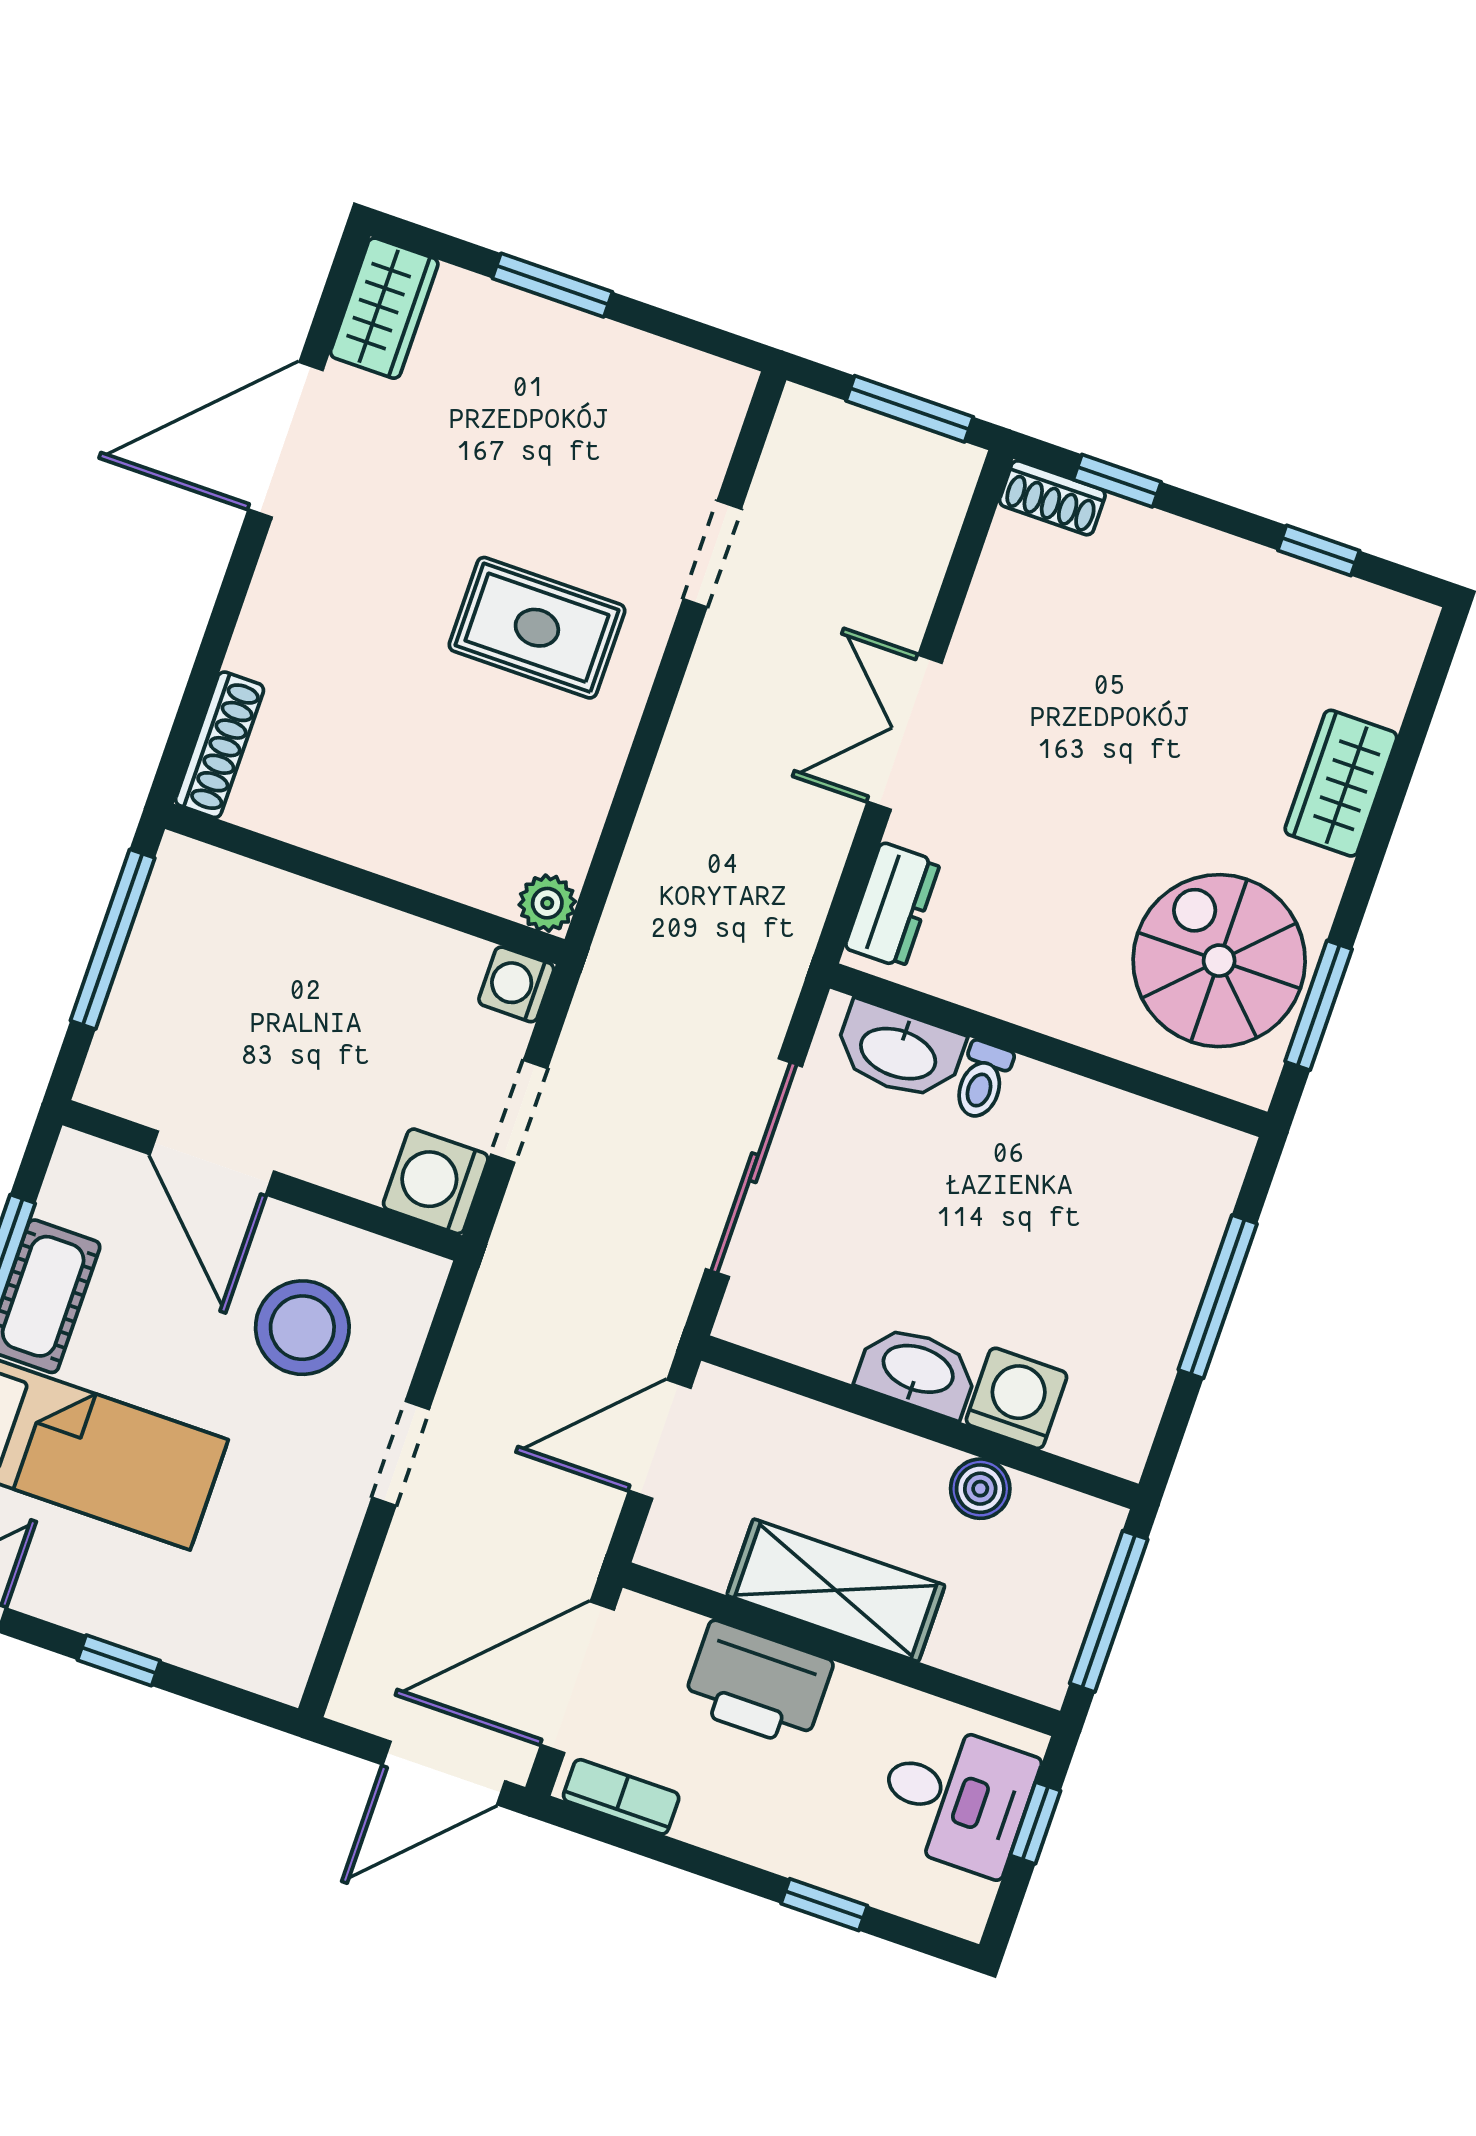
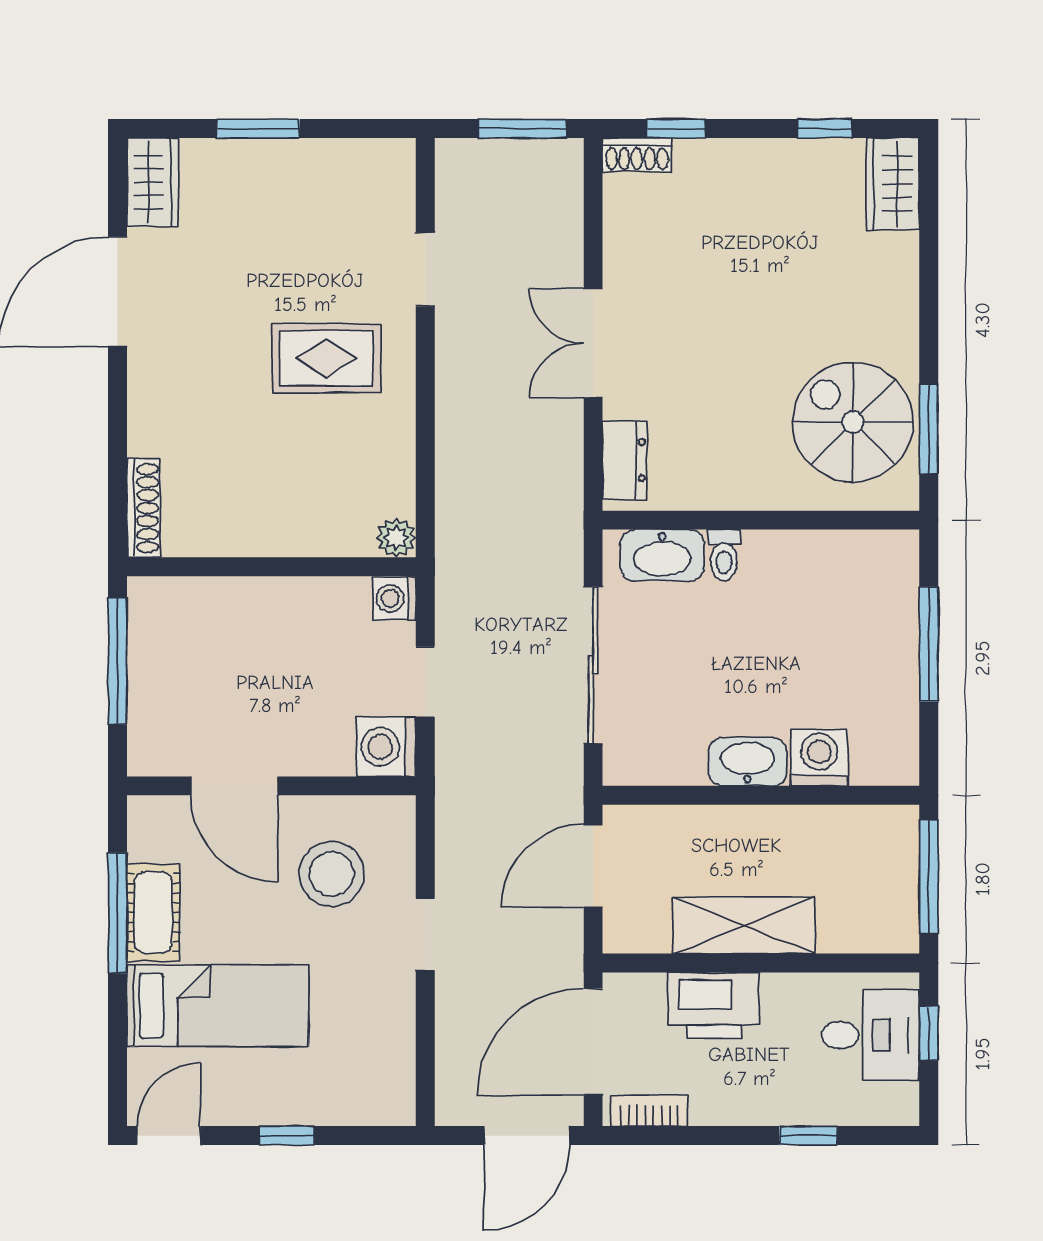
wardrobe: (1341, 783) -> (893, 184), moved
boiler: (980, 1489) -> (816, 825), removed

